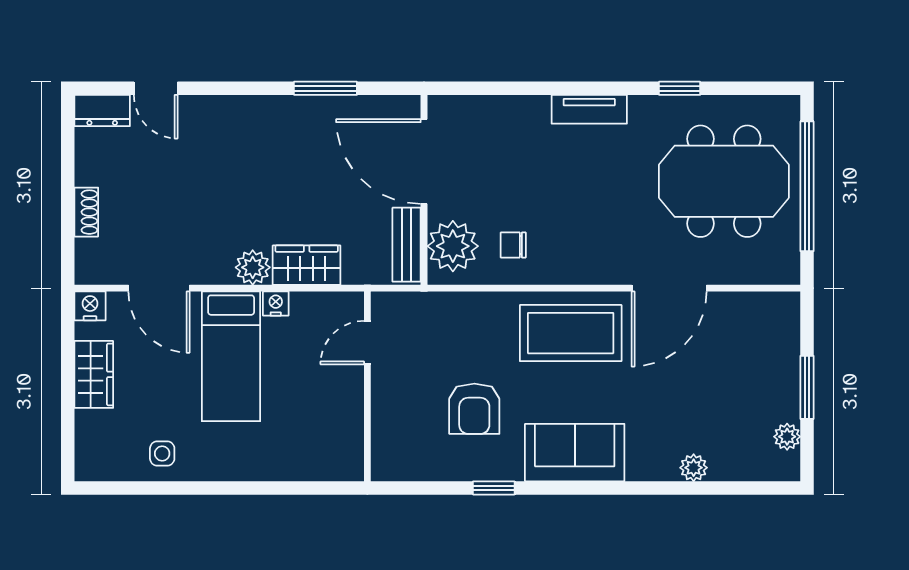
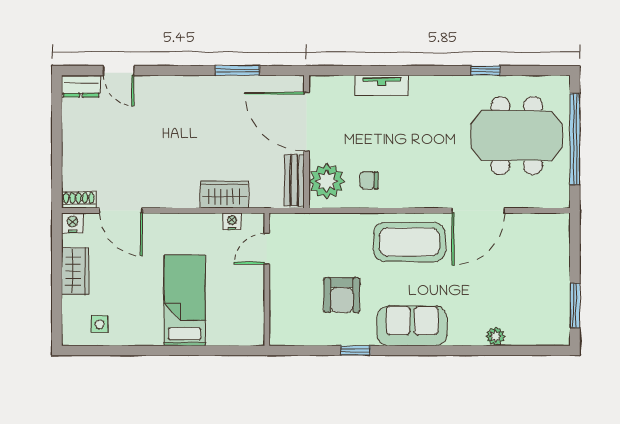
tv unit: (589, 109) -> (382, 85), moved
shoe rack: (86, 212) -> (79, 200), moved, turned -90
plant: (253, 267) -> (187, 196), removed
nightstand: (276, 304) -> (232, 221), moved
bed: (231, 356) -> (185, 300), moved, turned 180
window: (807, 387) -> (575, 306), moved
plant: (787, 437) -> (561, 315), removed
side table: (162, 453) -> (100, 324), moved

